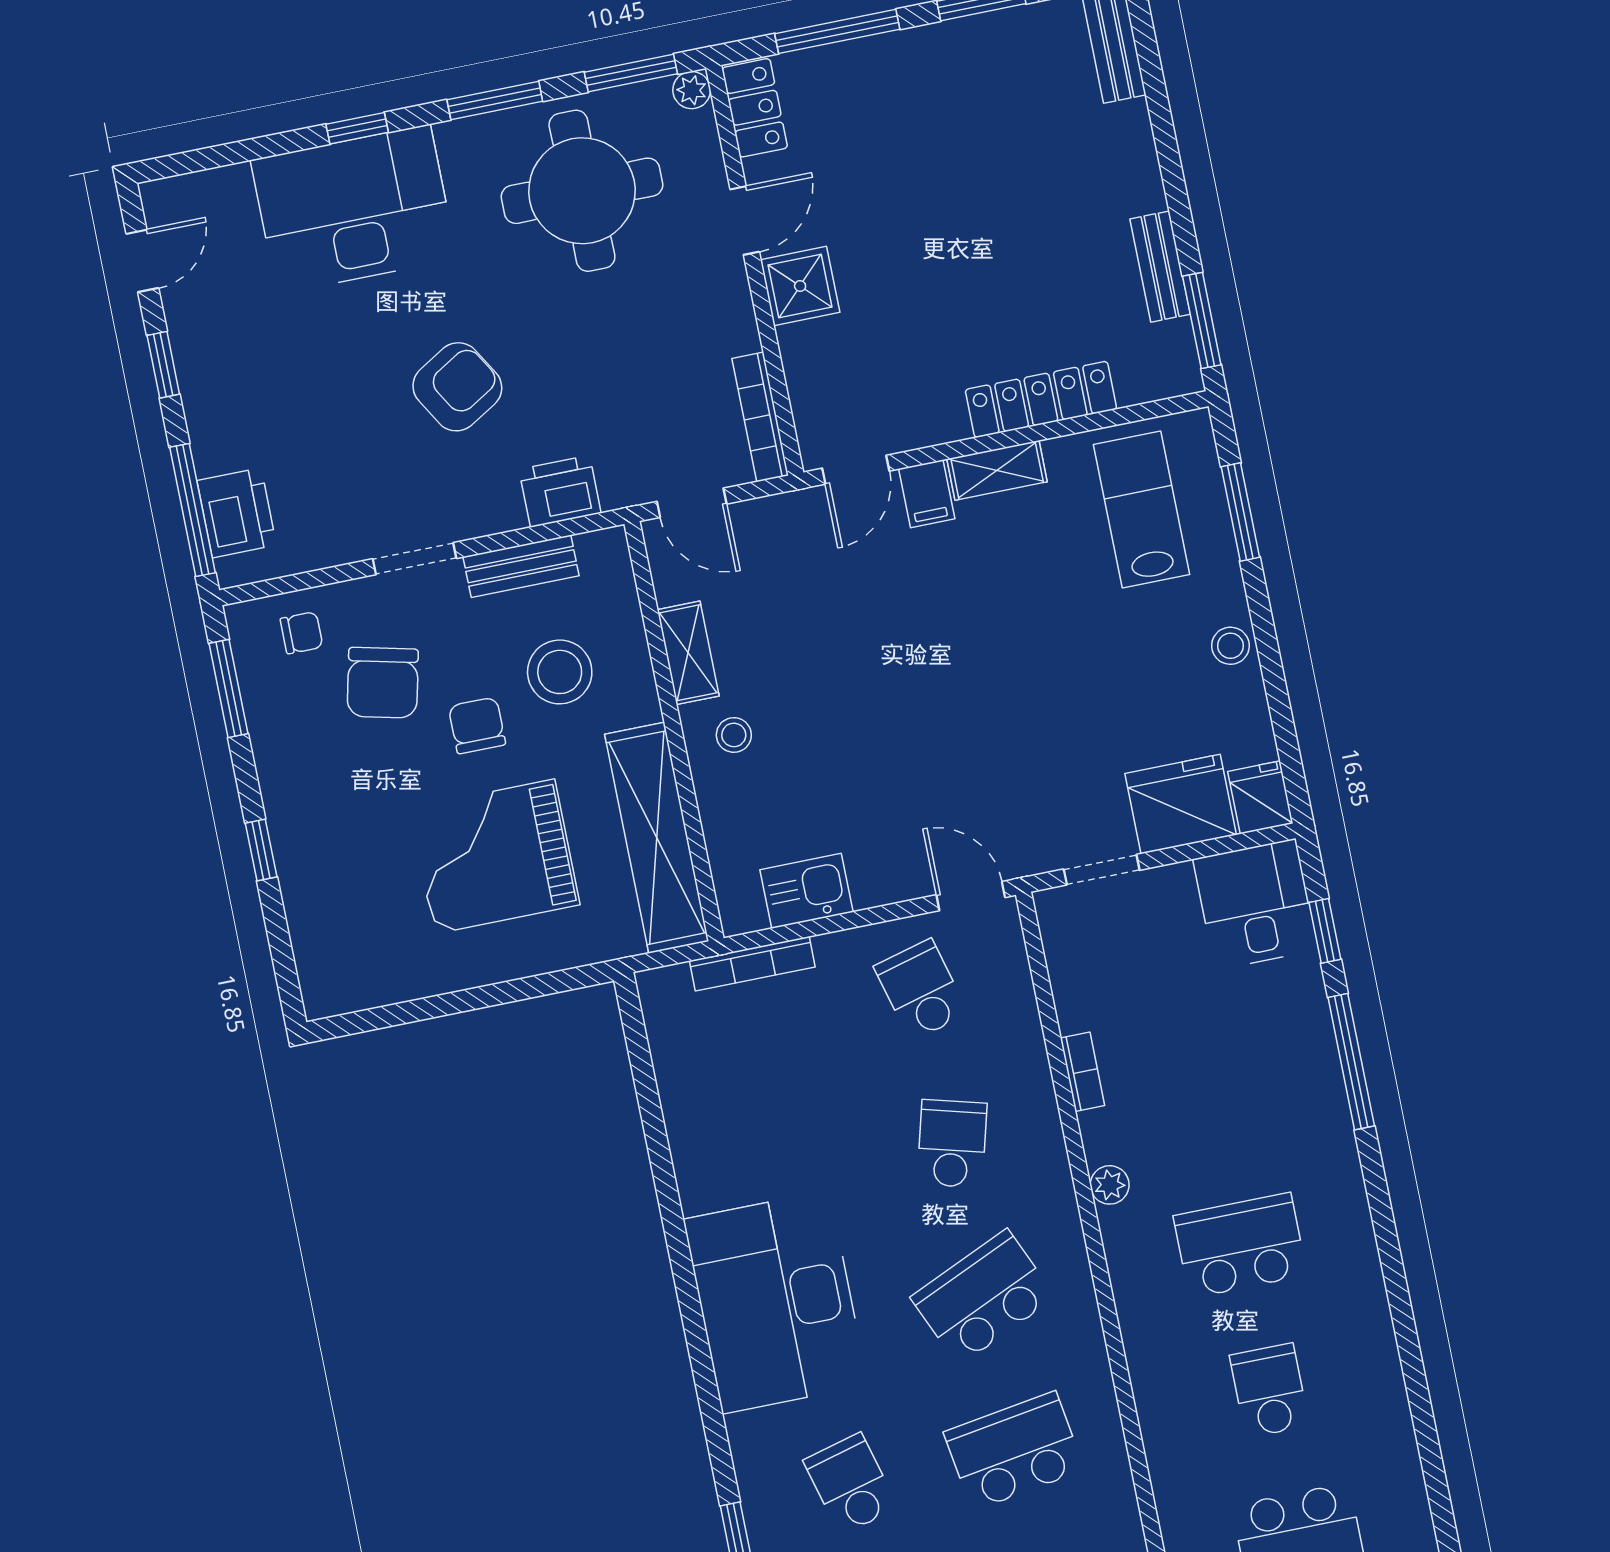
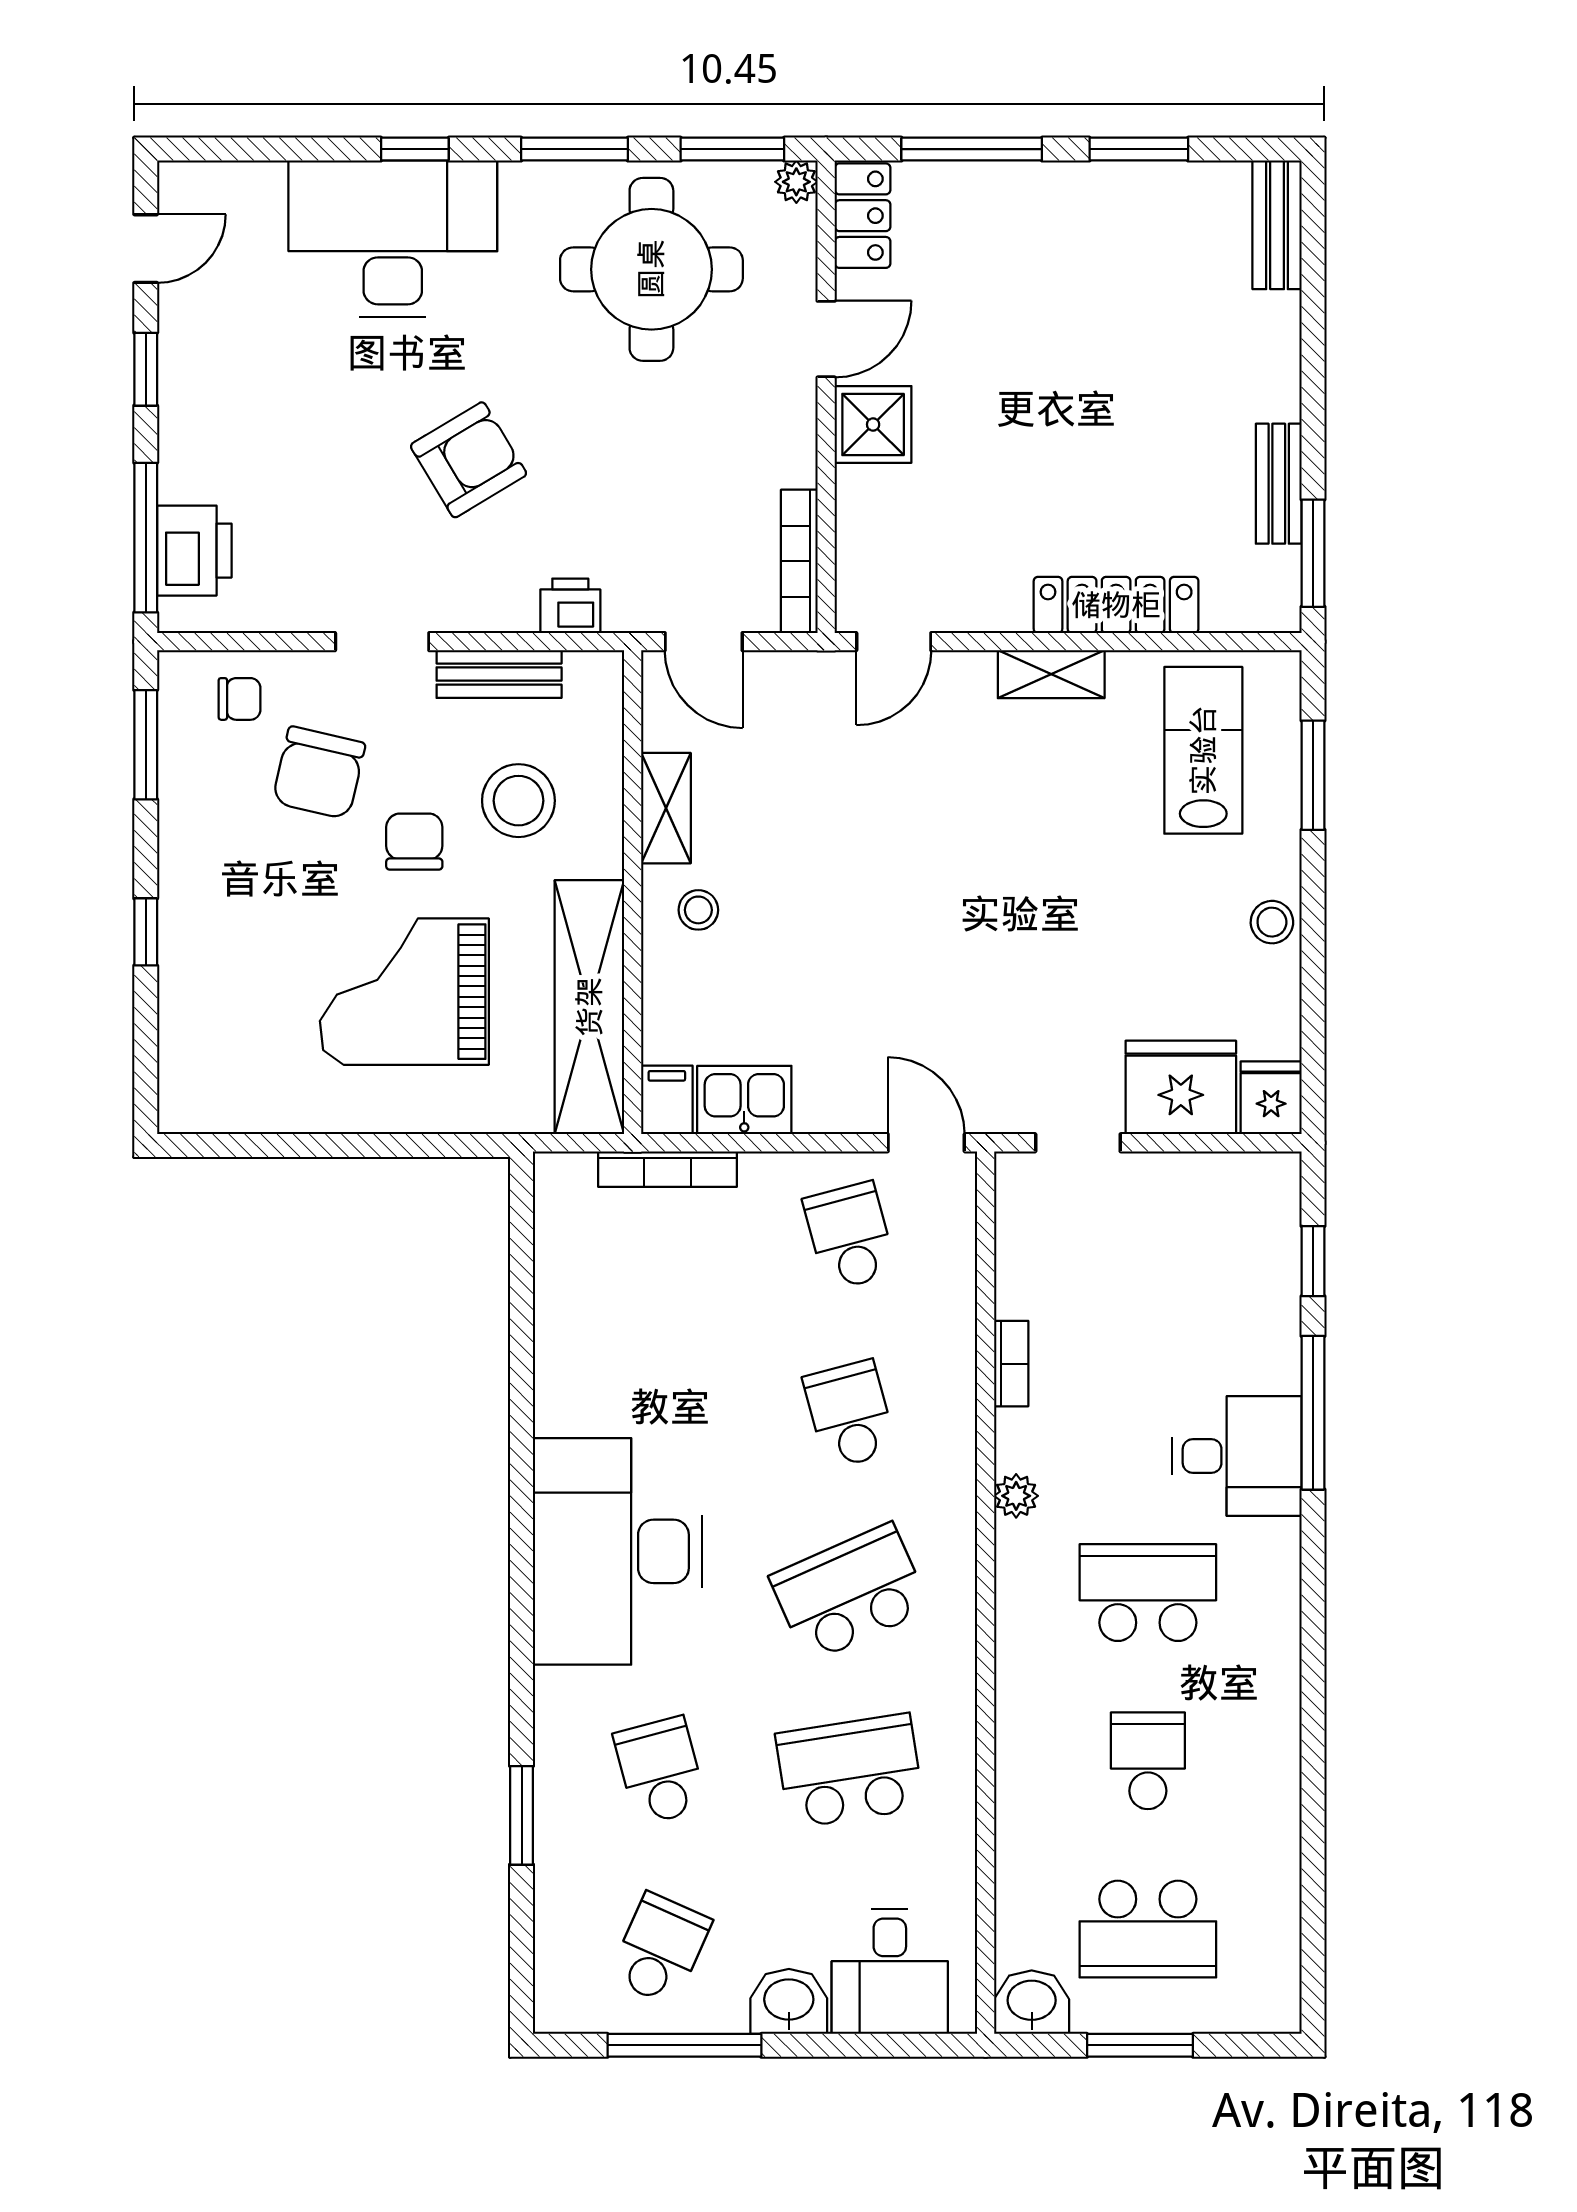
printer: (560, 491) -> (570, 606), width x0.73, depth x0.81
filing cabinet: (927, 494) -> (667, 1100), moved, turned 180
desk: (1255, 904) -> (1237, 1456), moved, turned 90
school desk: (952, 1144) -> (850, 1414), turned -30

